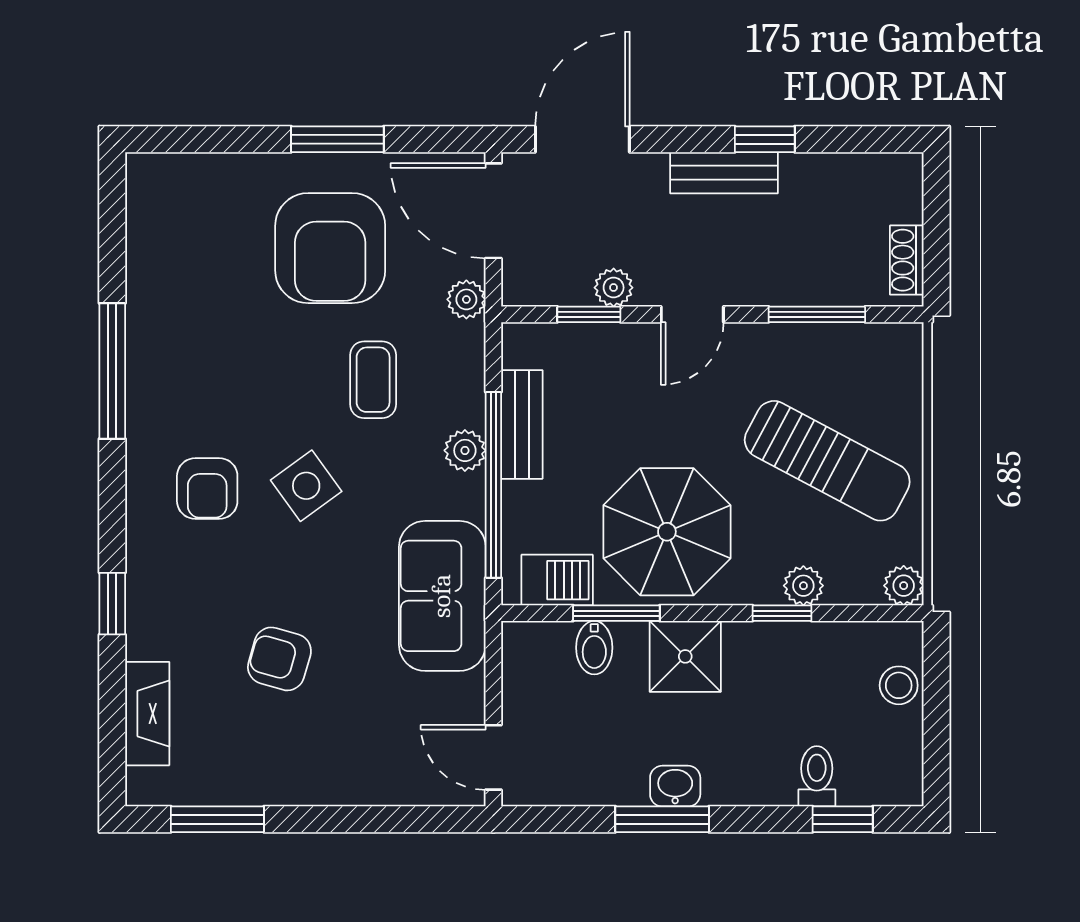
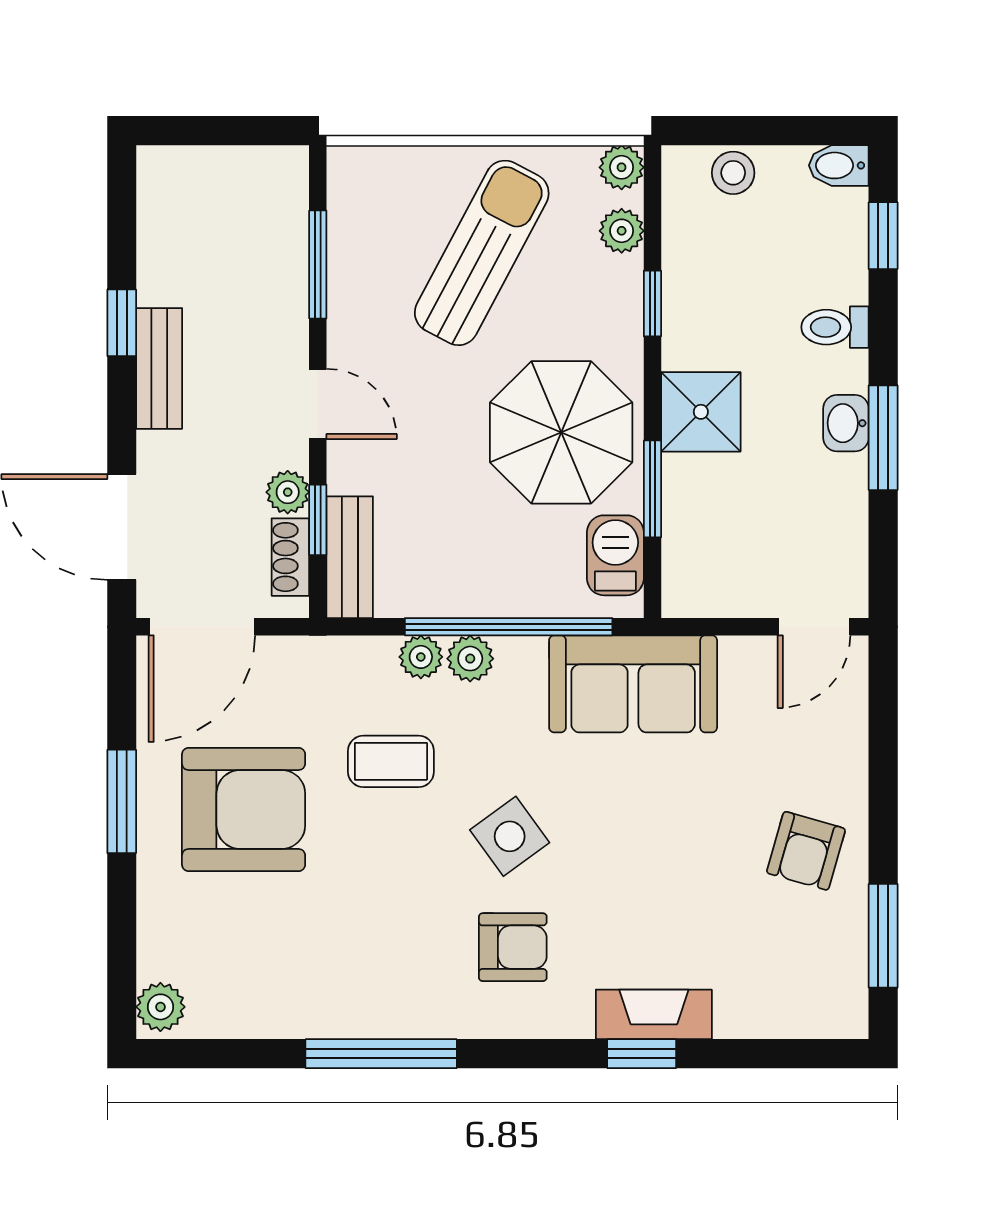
plant: (154, 174) -> (160, 1007), added
shoe rack: (907, 260) -> (290, 557), moved, turned 90
plant: (466, 299) -> (421, 657), moved
bench: (522, 424) -> (350, 557), moved, turned 90
plant: (803, 586) -> (622, 231), moved
bidet: (594, 648) -> (839, 165), moved, turned 180
armchair: (279, 659) -> (806, 851), moved
fireplace: (147, 714) -> (654, 1014), moved
toilet: (817, 776) -> (835, 327), moved

